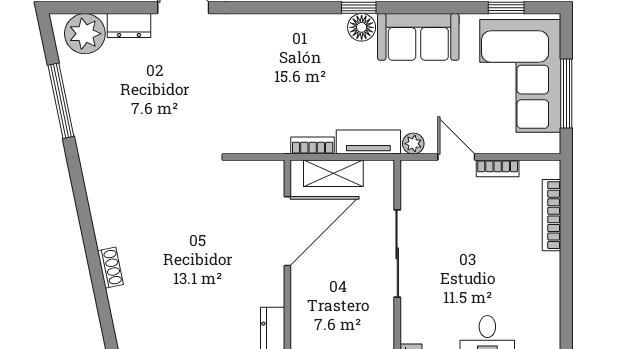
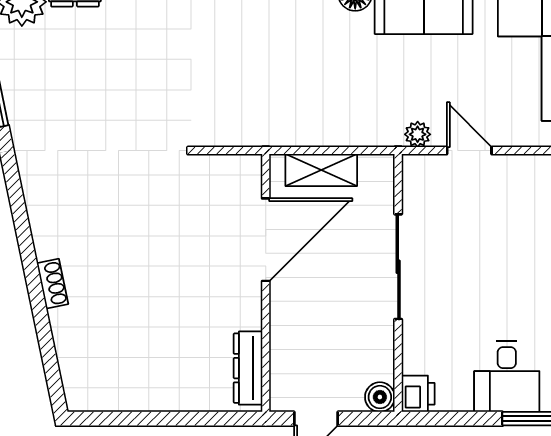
tv unit: (368, 142) -> (363, 132), removed
bookcase: (313, 146) -> (296, 137), removed
bookcase: (498, 168) -> (519, 164), removed

